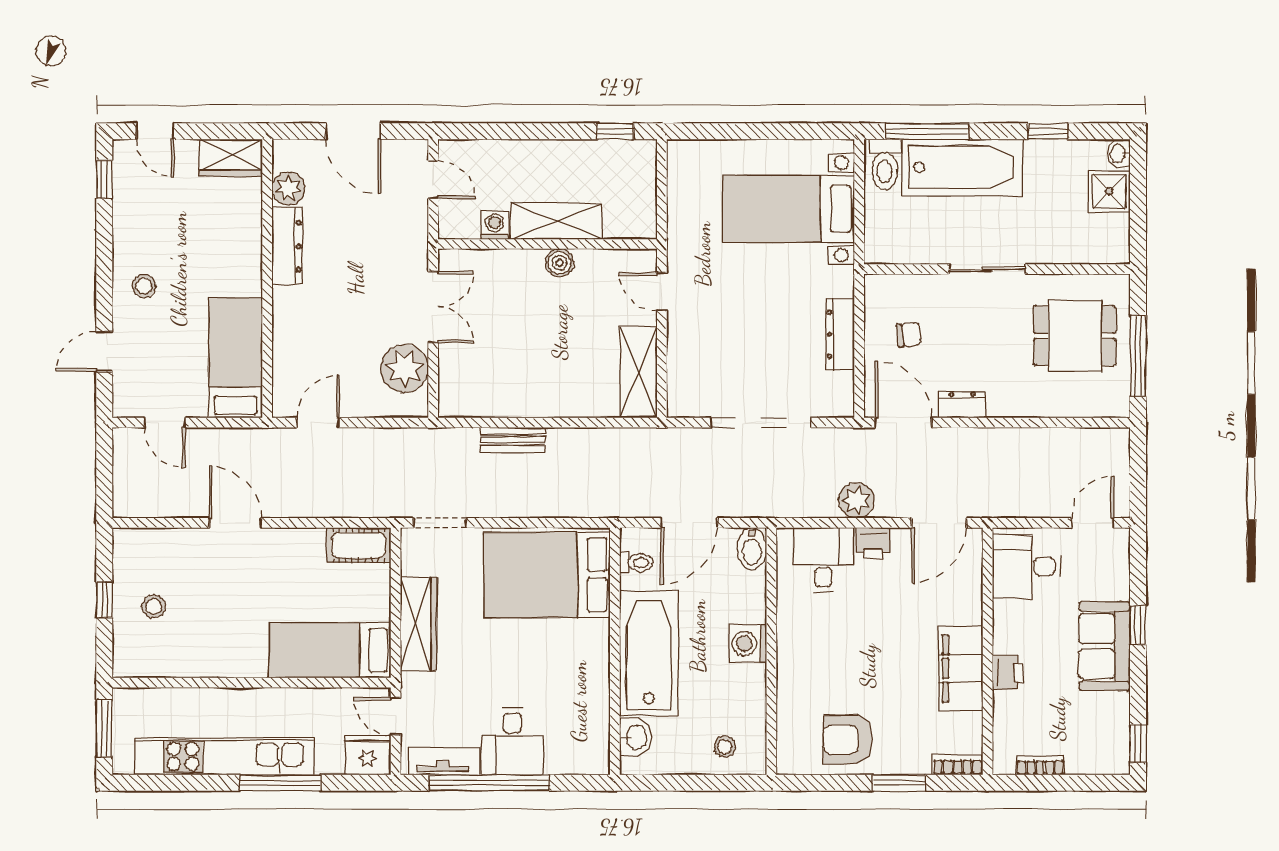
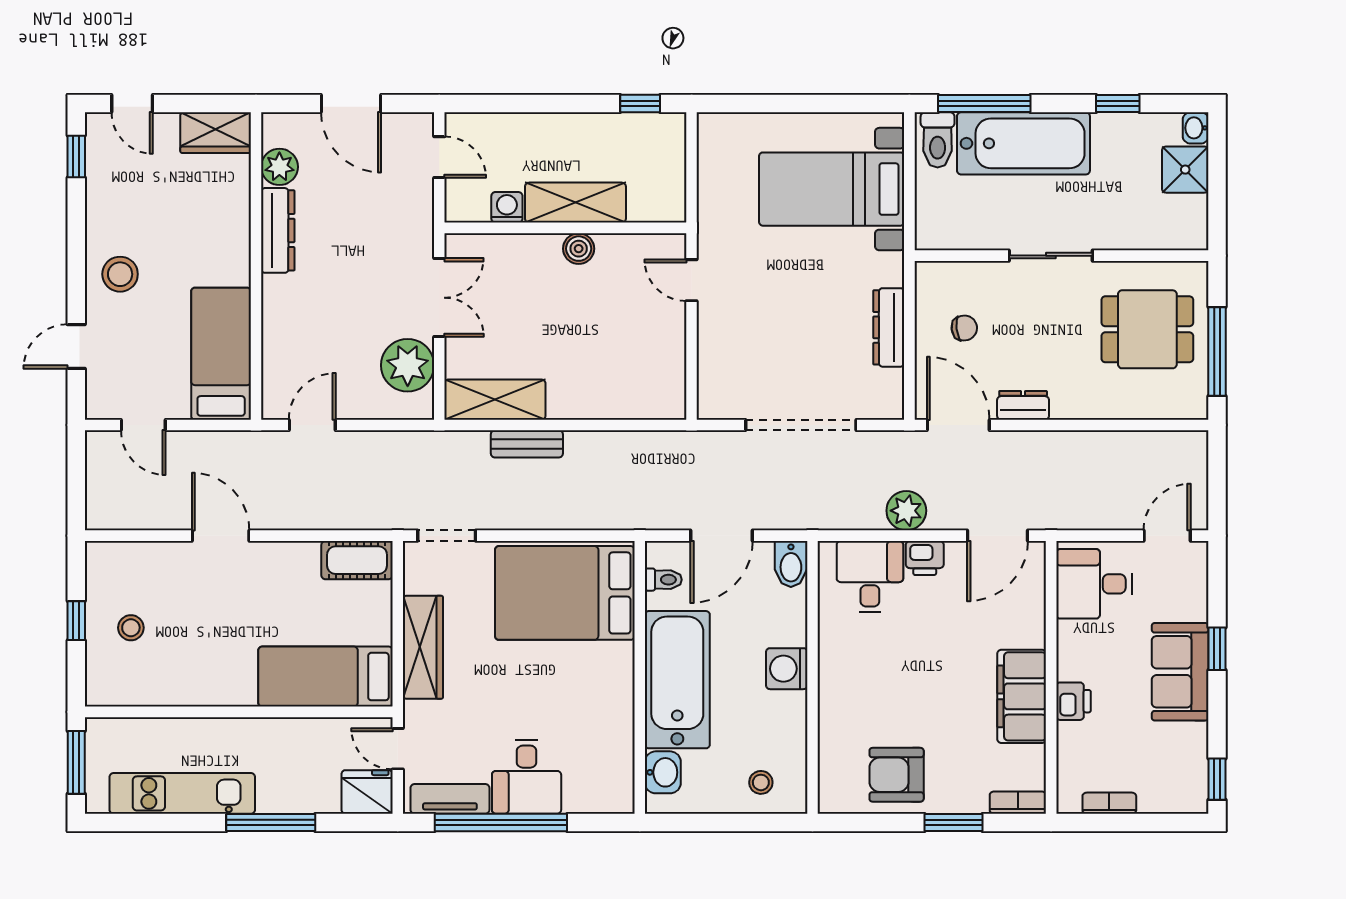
stool: (144, 286) -> (120, 274), width x1.37, depth x1.37
shelving: (639, 372) -> (495, 400), moved, turned 90
kitchen unit: (224, 756) -> (182, 793), width x0.73

